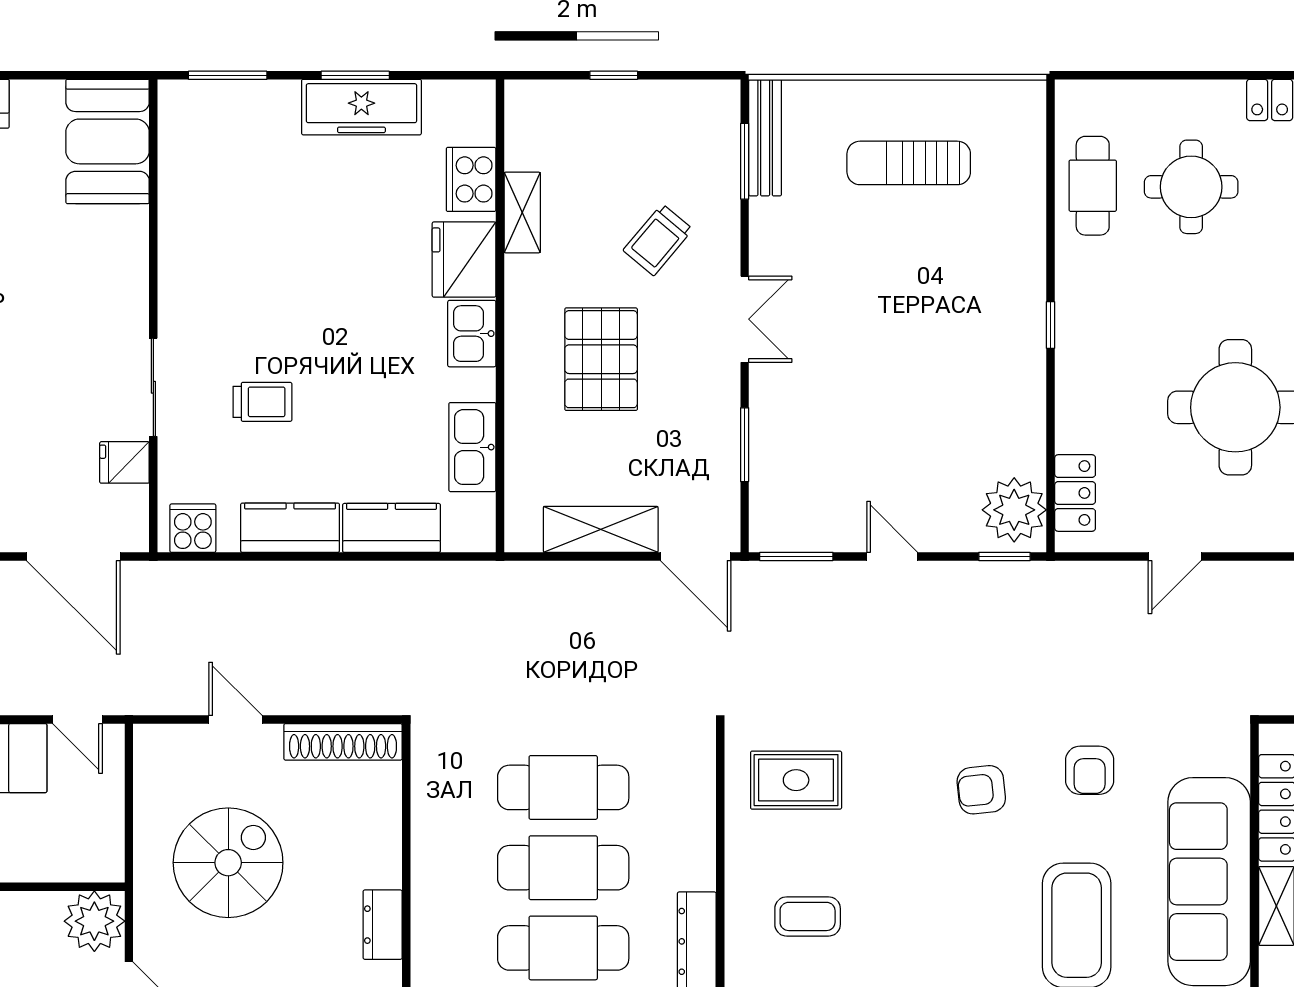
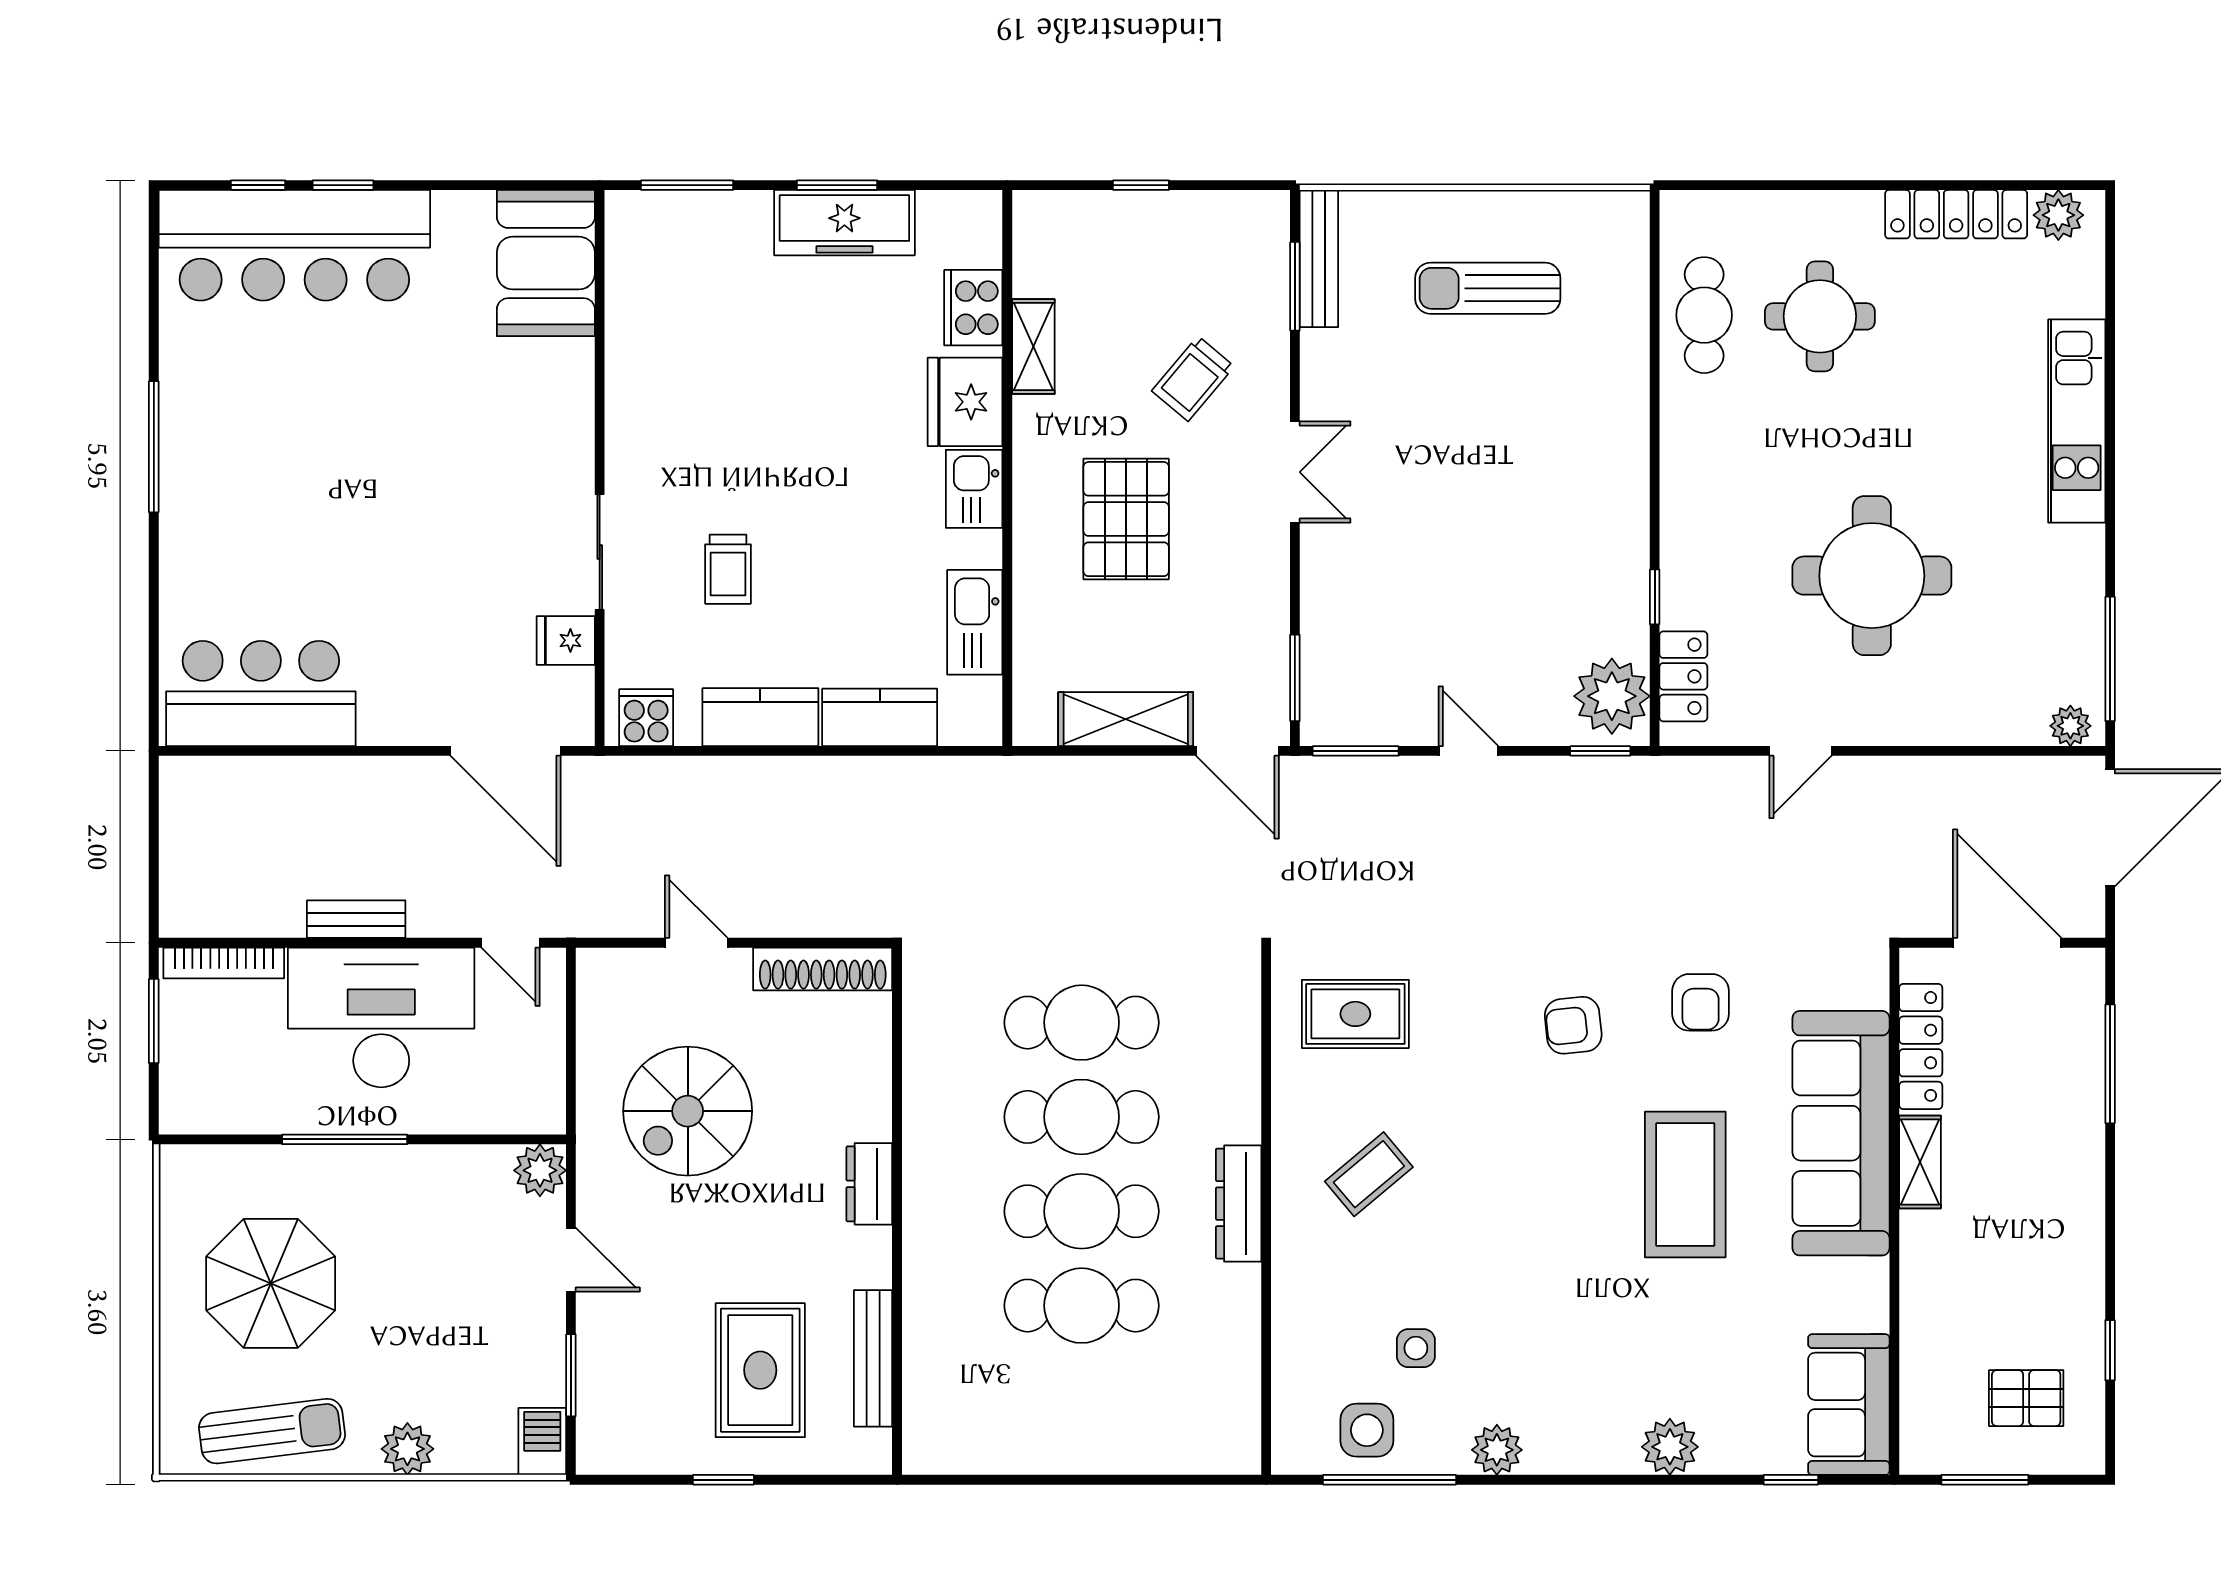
window: (1051, 325) -> (1655, 597), moved
trolley: (262, 402) -> (728, 569), turned 90
window: (745, 445) -> (1295, 678), moved
spiral stairs: (228, 863) -> (688, 1111), turned 180
coffee table: (808, 916) -> (1369, 1174), turned -40
plant: (94, 921) -> (540, 1170), width x0.73, depth x0.73

